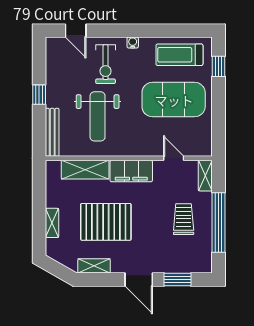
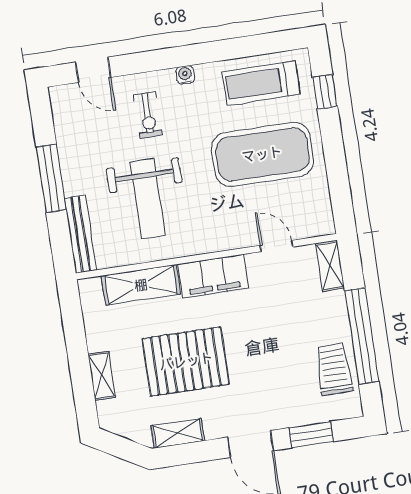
exercise bike: (106, 64) -> (148, 115), width x0.73, depth x0.72
window: (39, 95) -> (51, 178), width x2.17
trolley: (184, 219) -> (334, 369), moved

